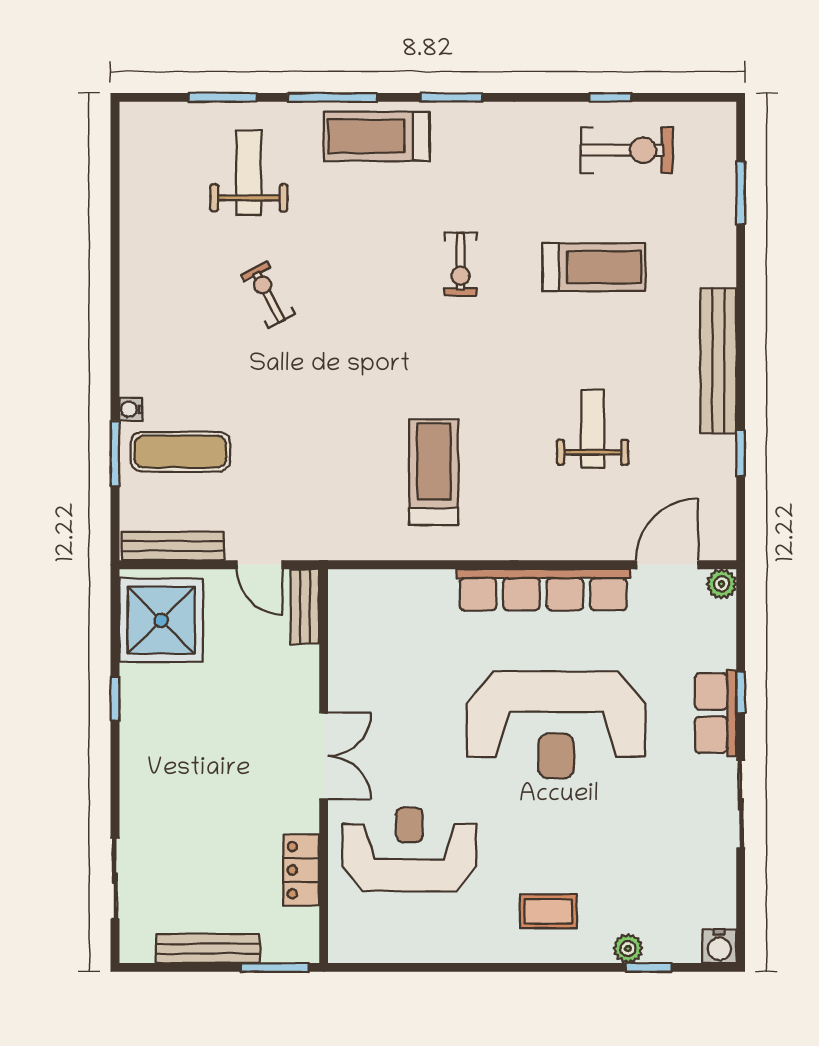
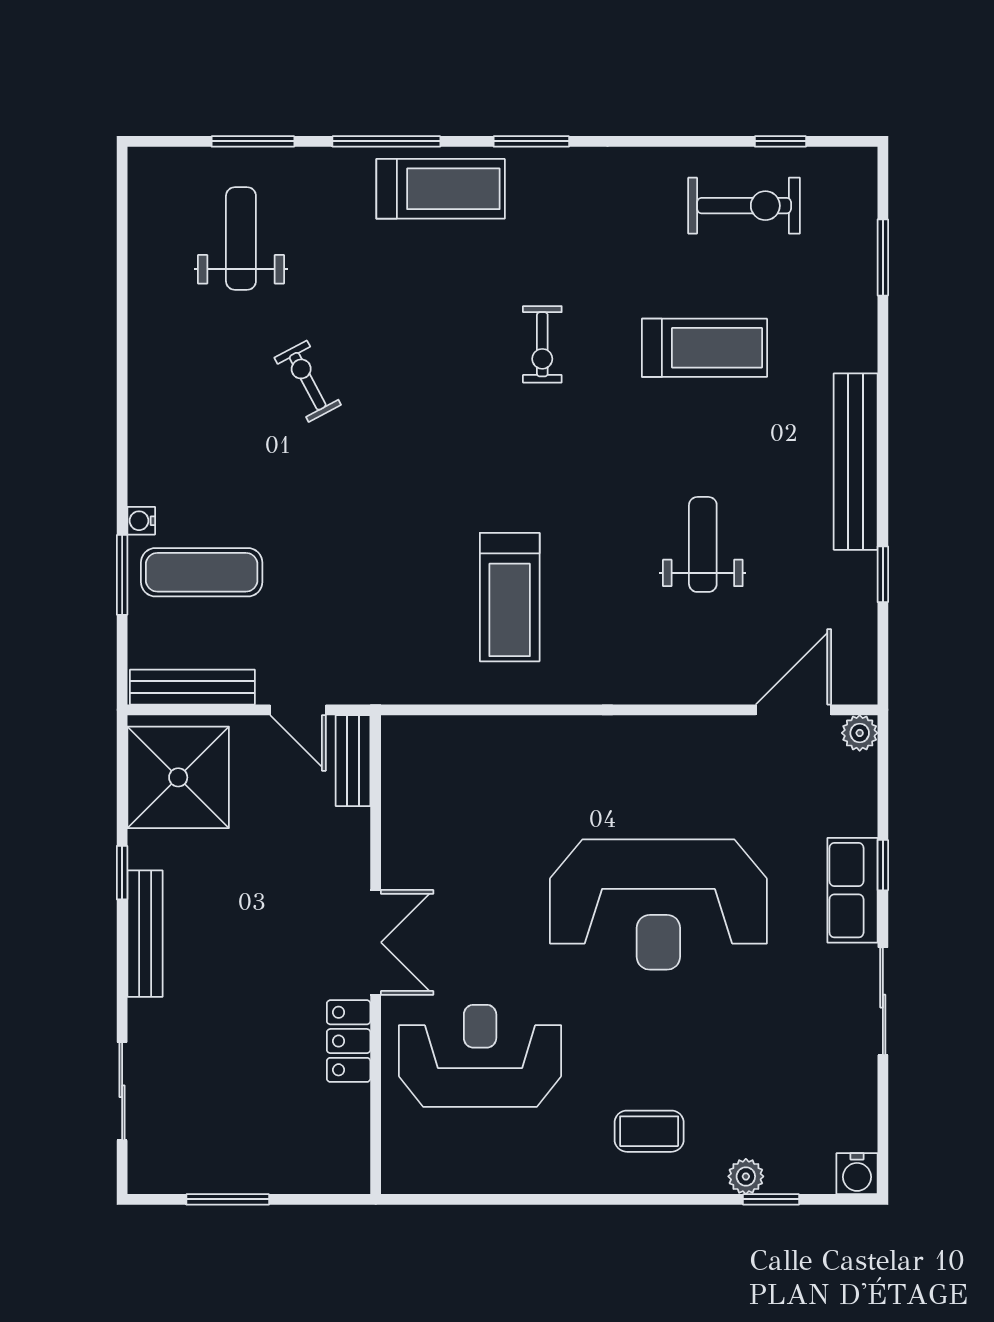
window: (610, 97) -> (780, 141), moved
treadmill: (377, 136) -> (441, 189), turned 180
weight bench: (249, 172) -> (241, 238), moved
treadmill: (434, 472) -> (510, 597), turned 180
row of seats: (543, 590) -> (643, 740), removed
locker: (301, 870) -> (349, 1041), moved
bench: (208, 949) -> (145, 934), moved, turned 90
window: (275, 967) -> (228, 1199), moved

